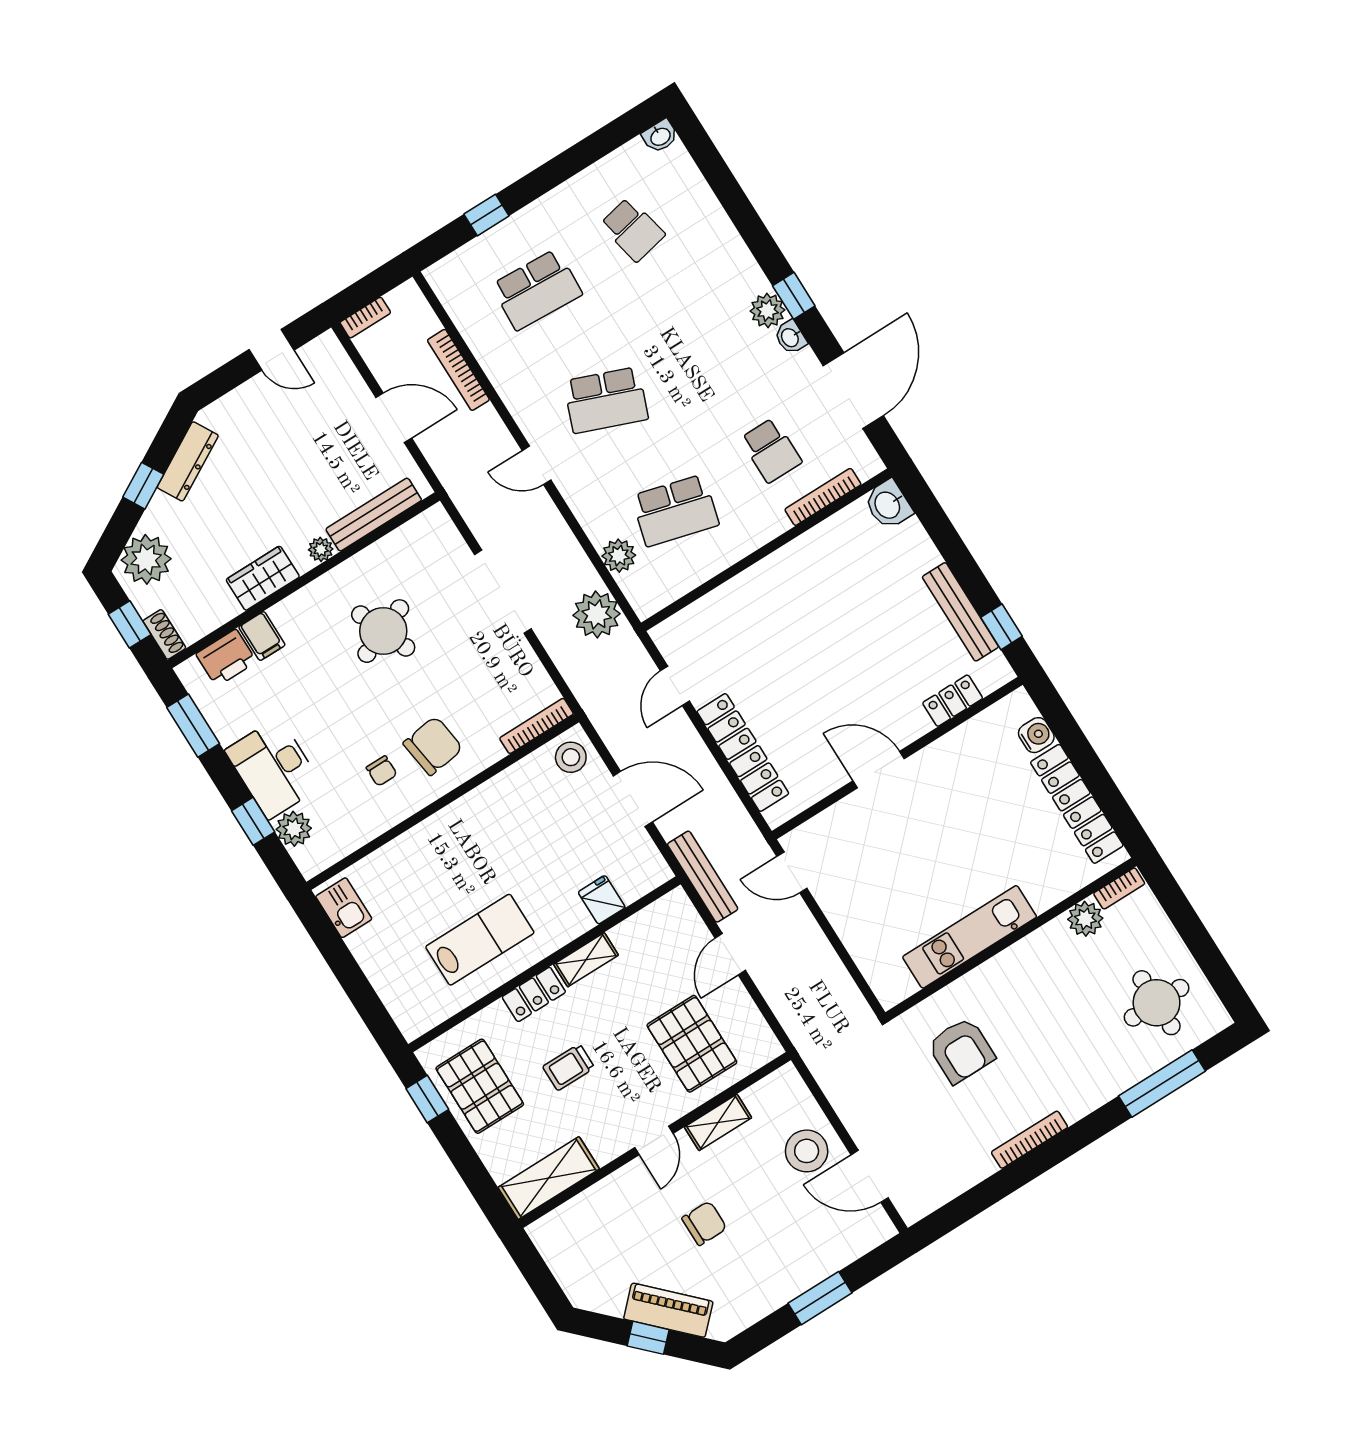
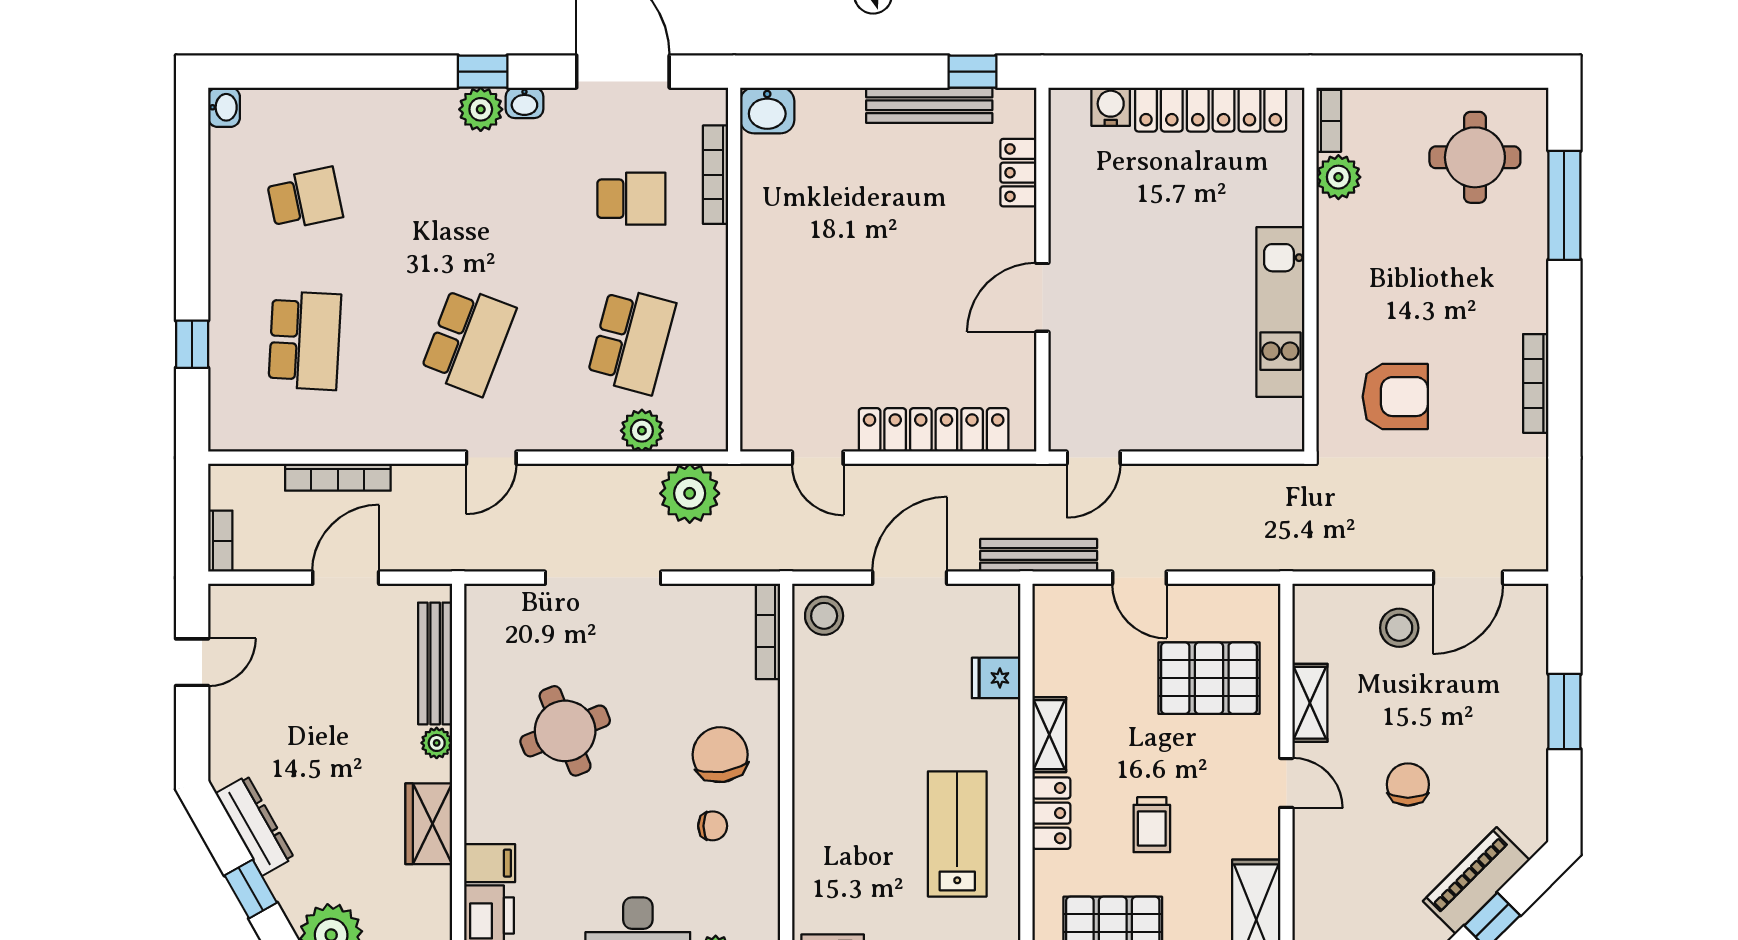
stool: (807, 1151) -> (1399, 628), width x0.73, depth x0.73

